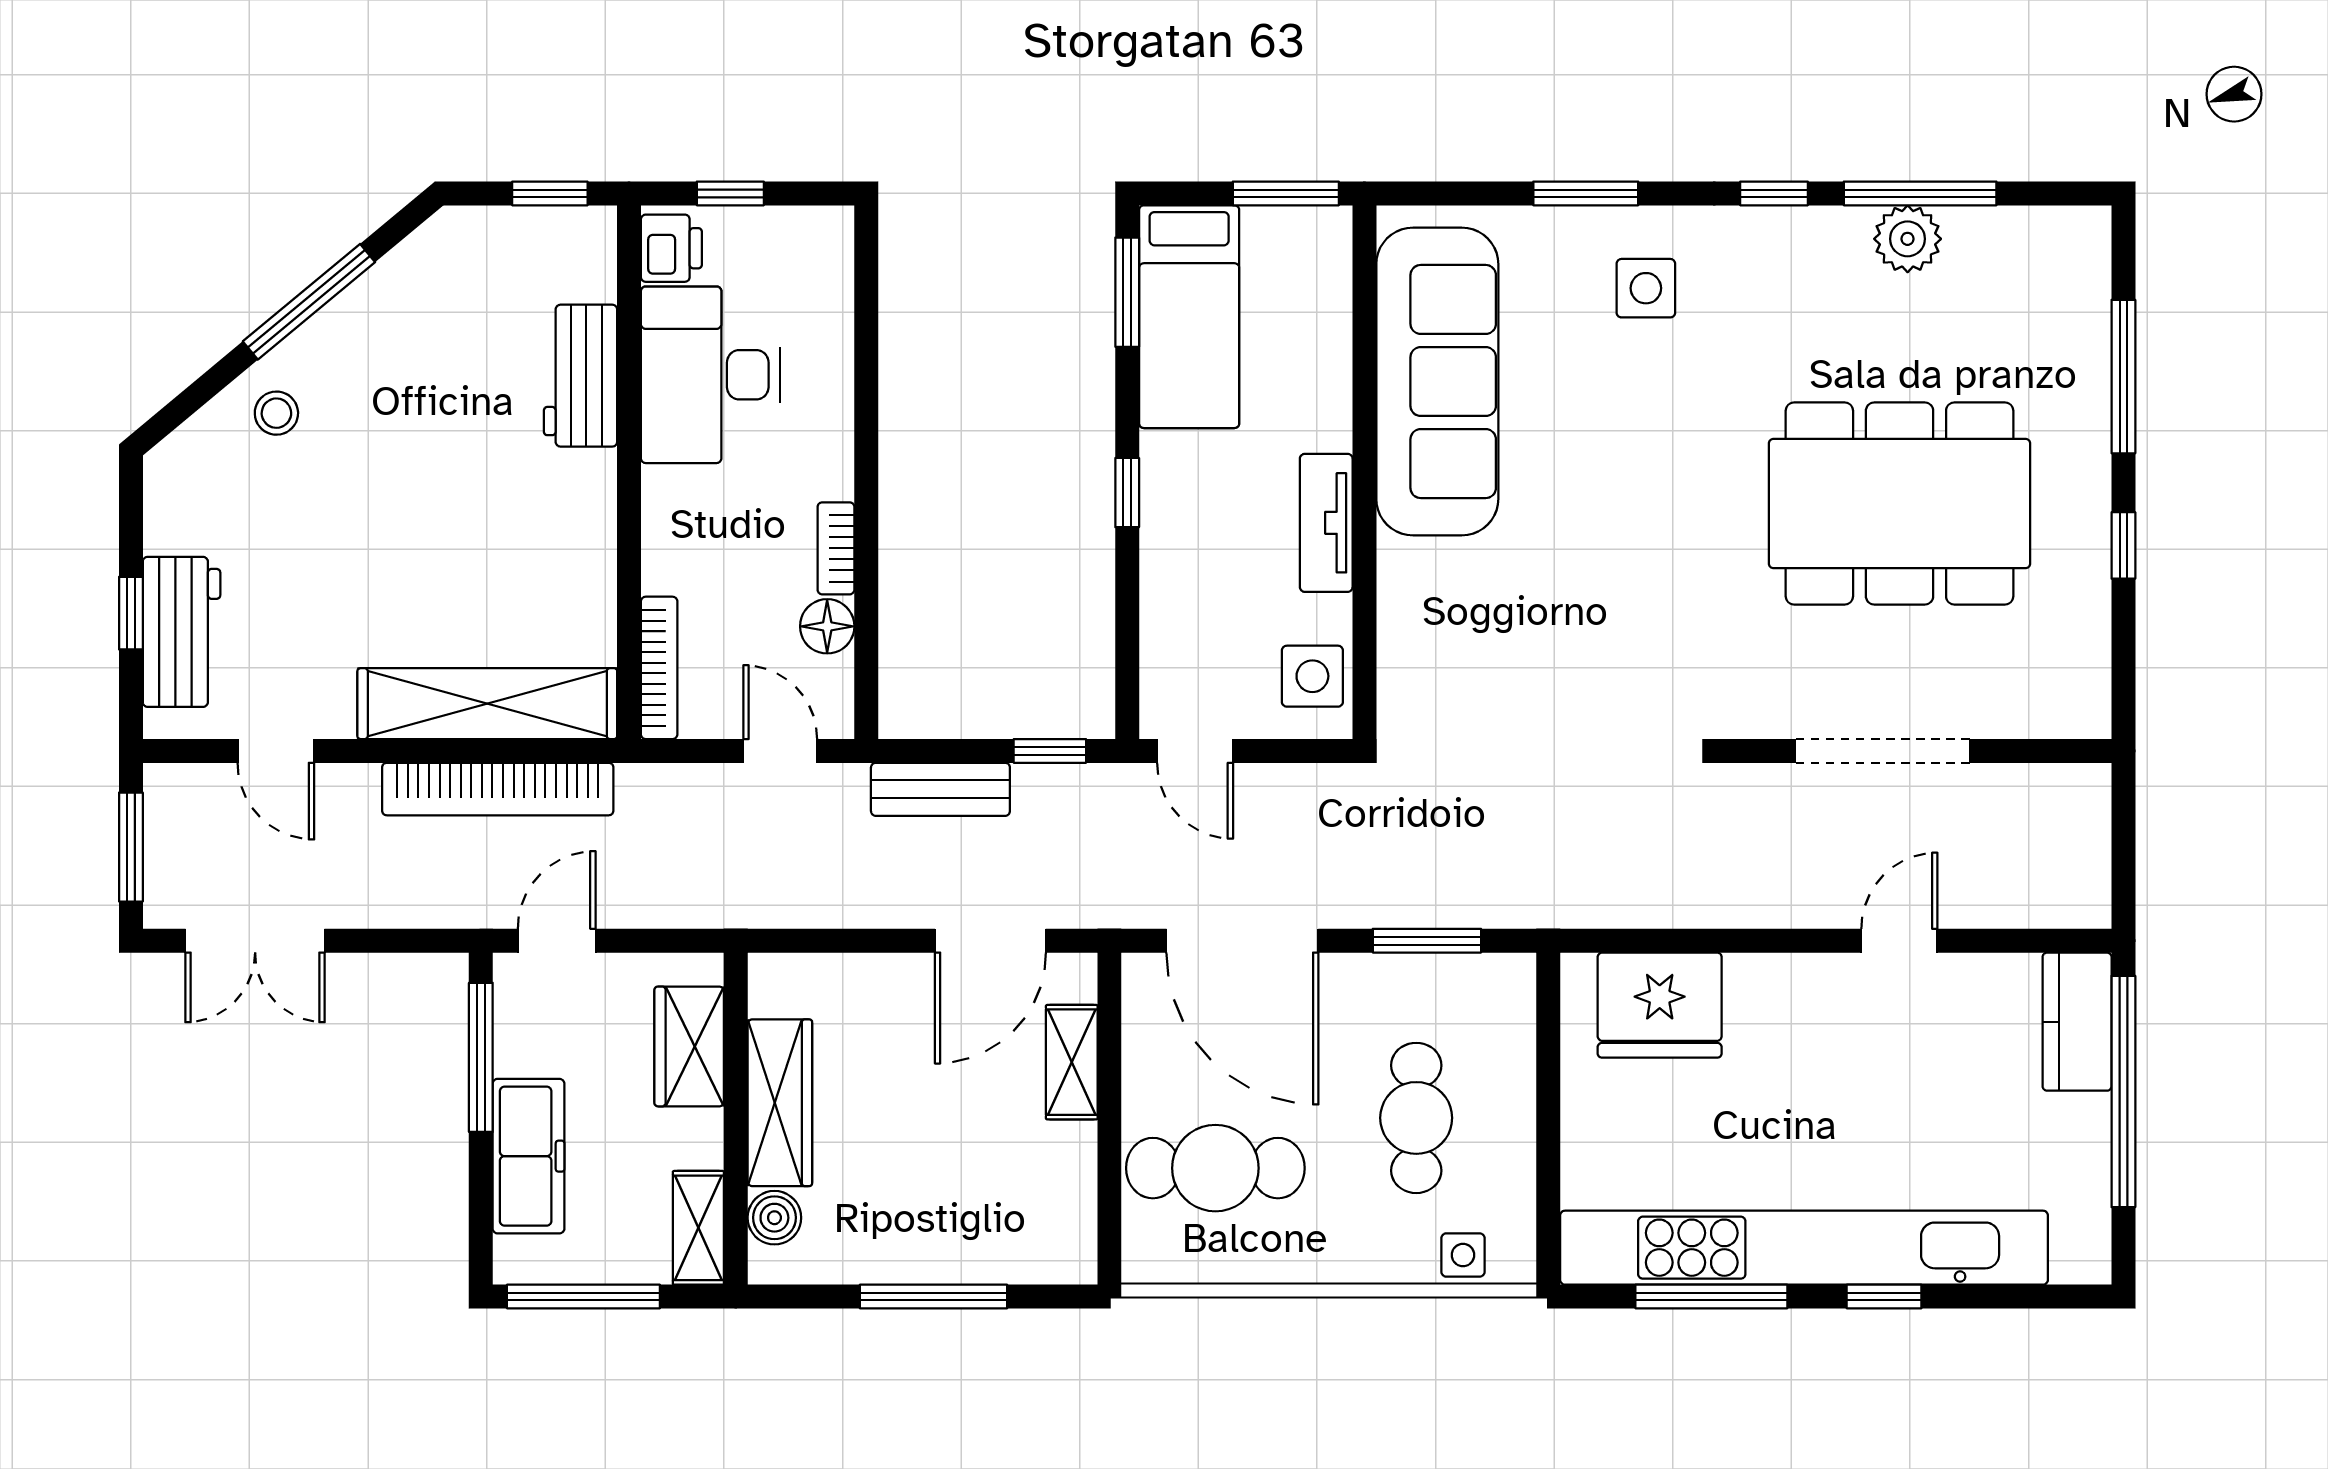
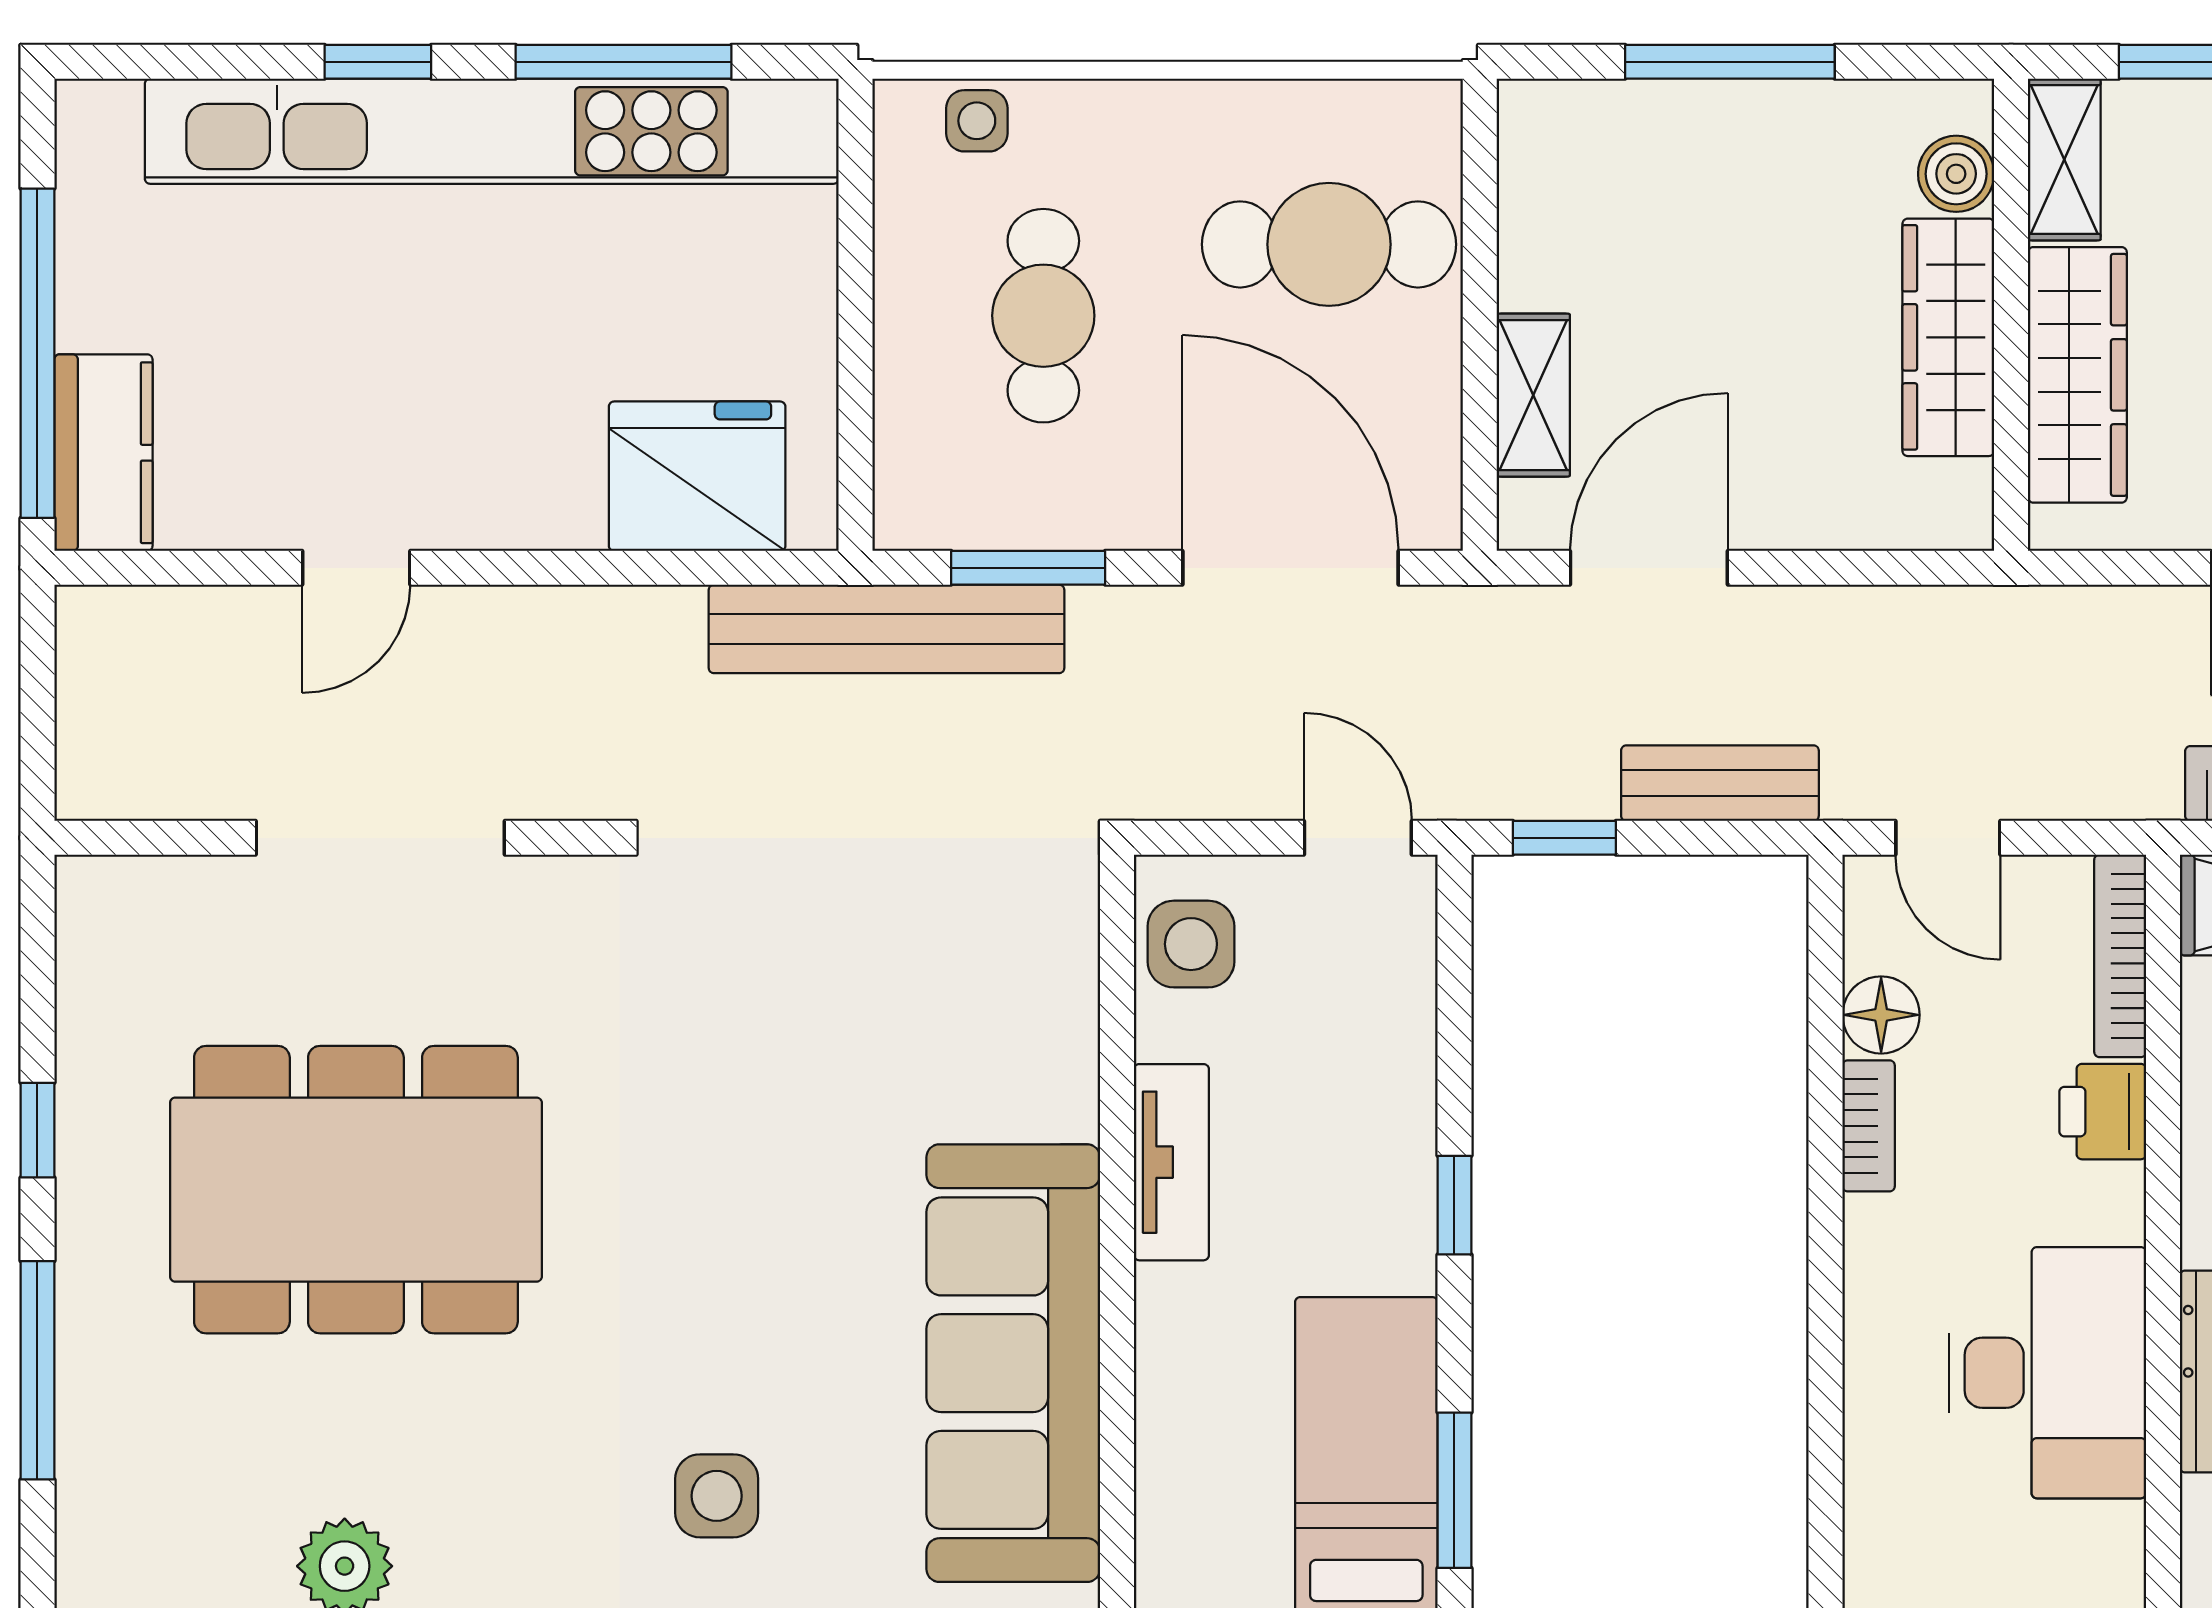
printer: (671, 248) -> (2103, 1112), moved
bench: (1526, 898) -> (886, 629), added
wardrobe: (689, 1046) -> (2077, 375), width x1.50

